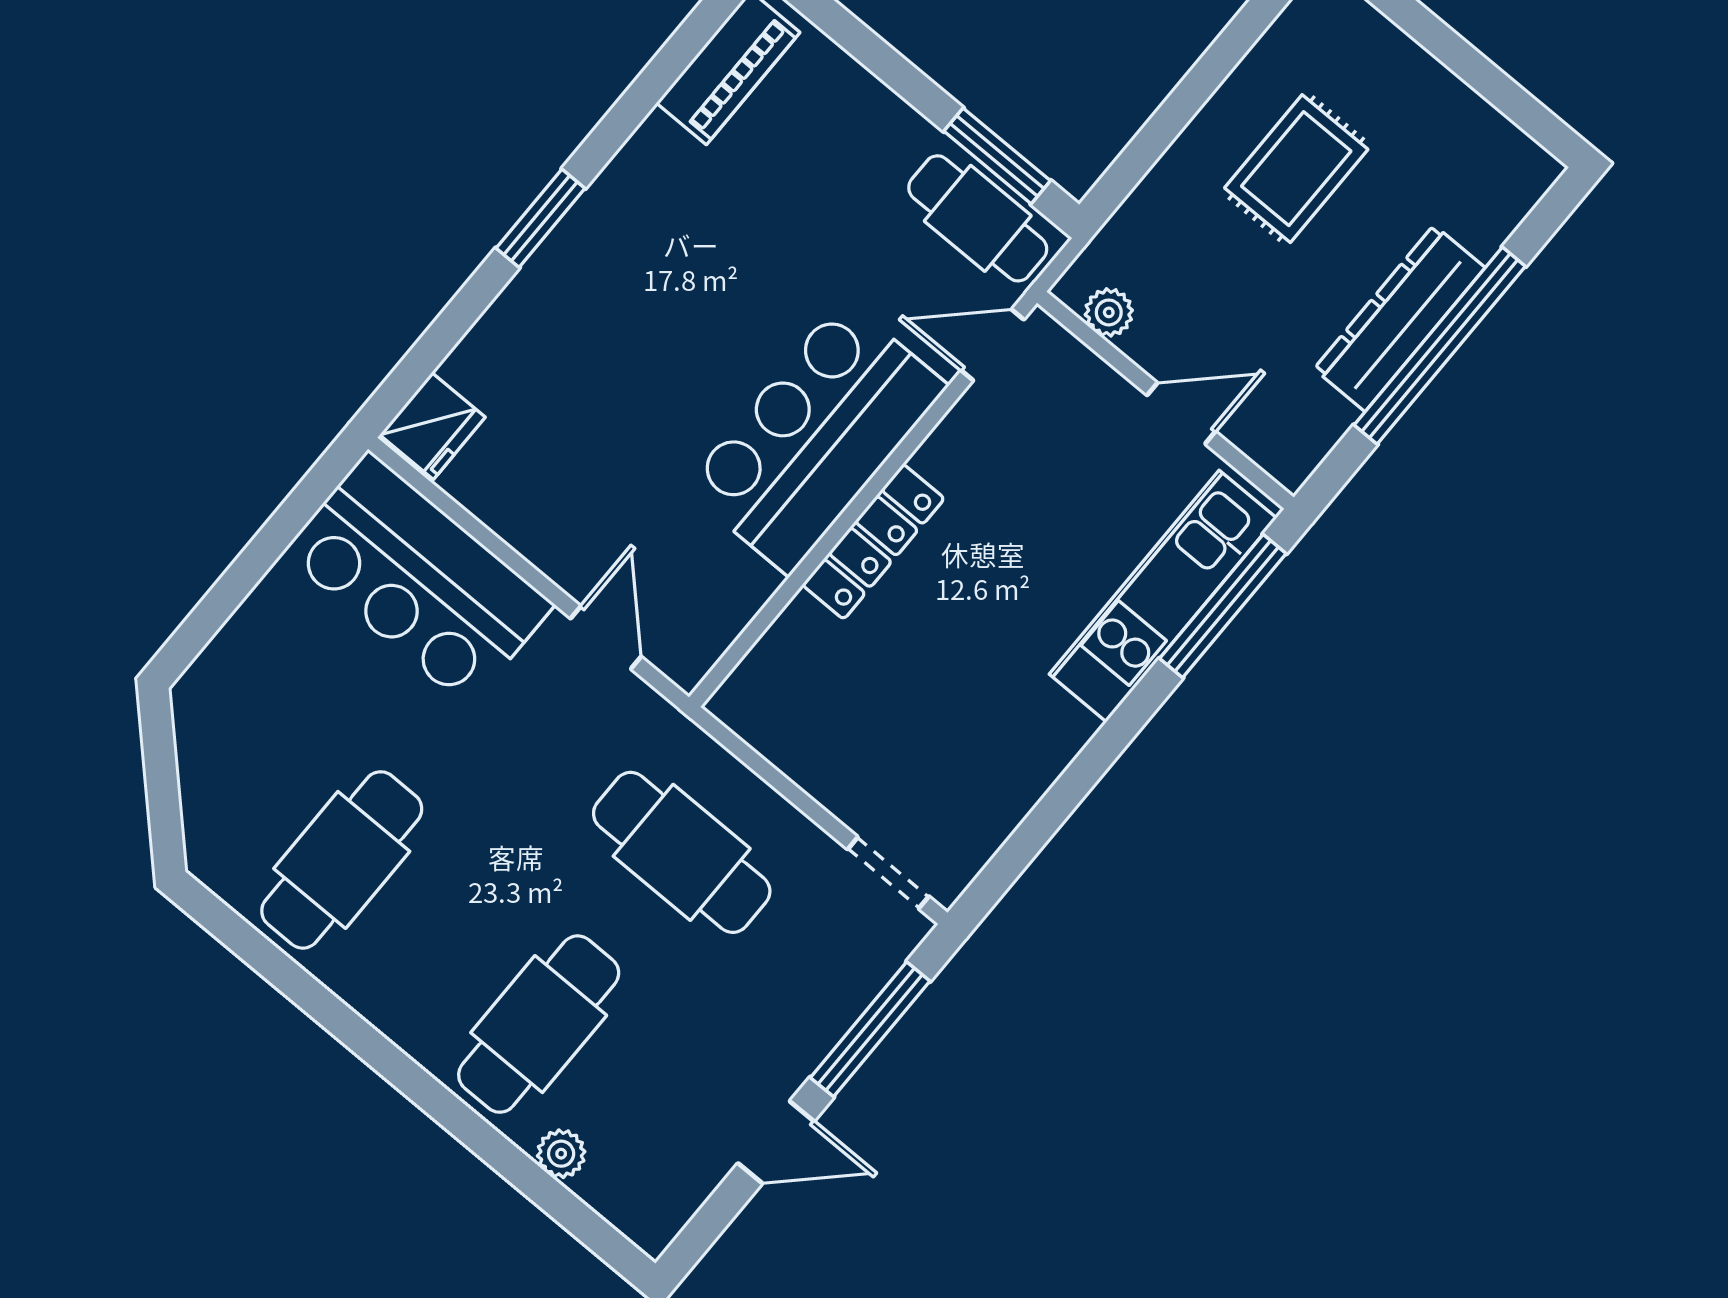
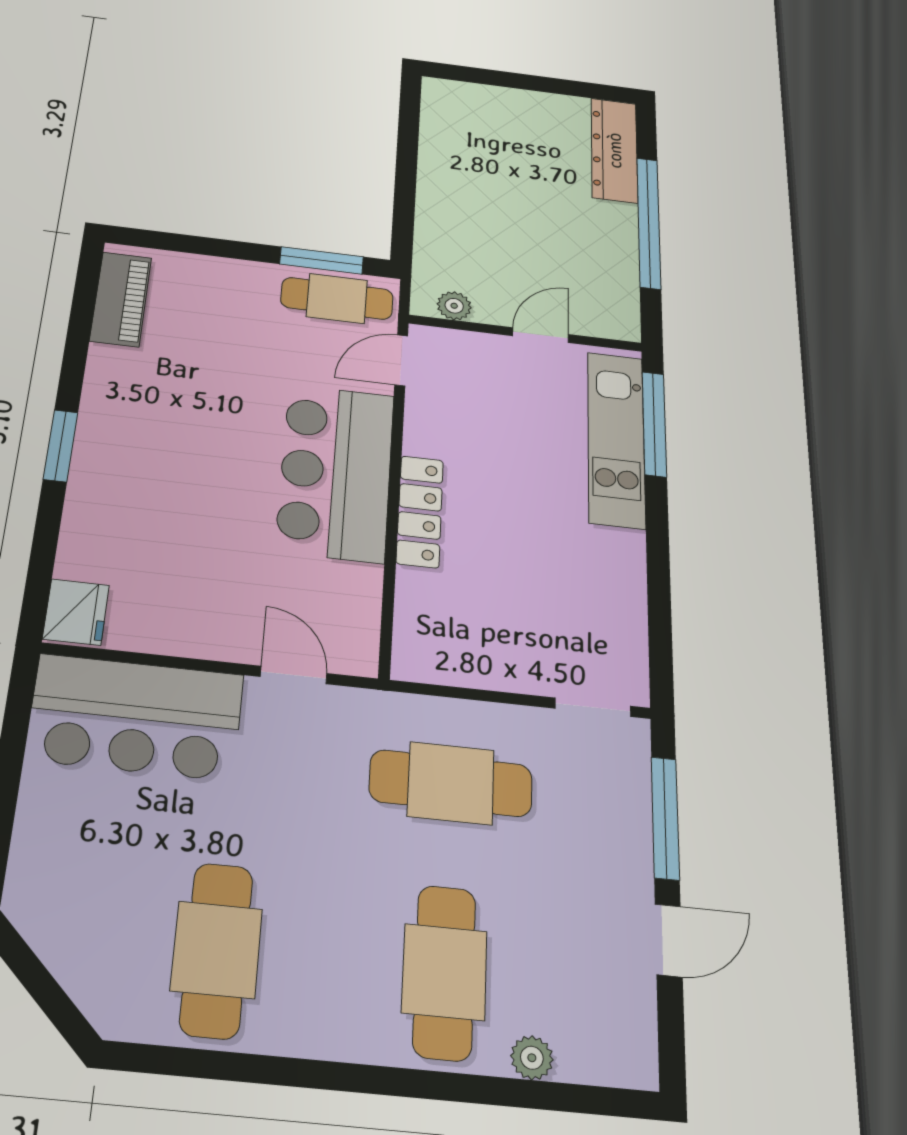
rug: (1296, 169) -> (495, 179), removed
dresser: (1399, 318) -> (614, 150), moved

